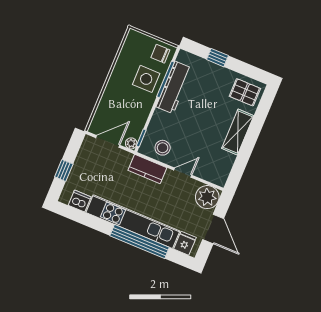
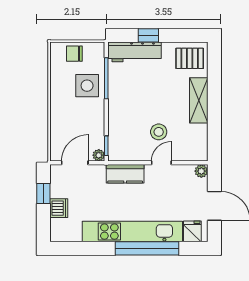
chair: (160, 54) -> (74, 54), moved
workbench: (174, 87) -> (135, 52), moved, turned 90
stool: (163, 148) -> (159, 132), moved
window: (64, 170) -> (43, 193), moved
plant: (207, 197) -> (201, 171), width x0.53, depth x0.53
dishwasher: (80, 201) -> (59, 208), moved, turned 90

